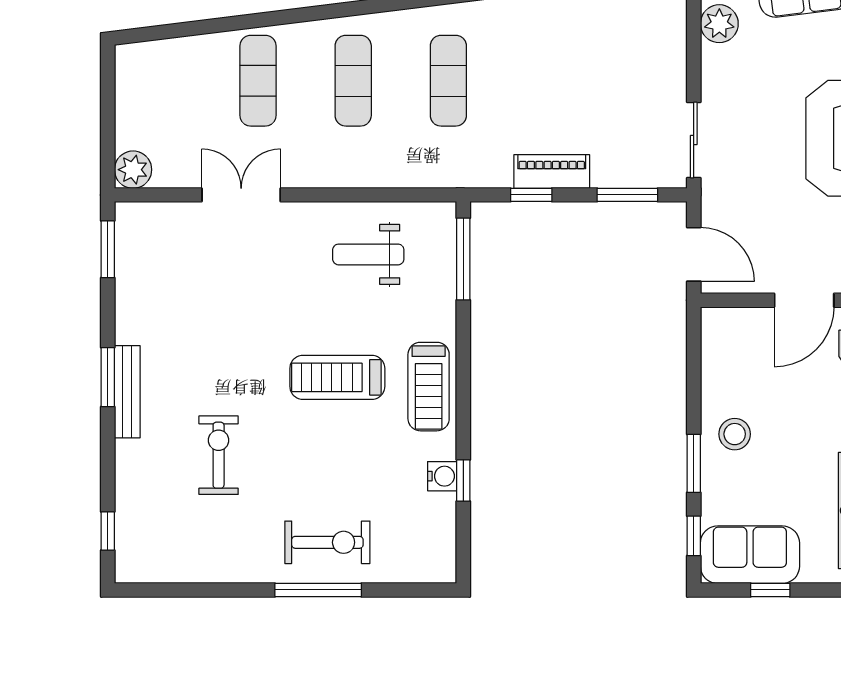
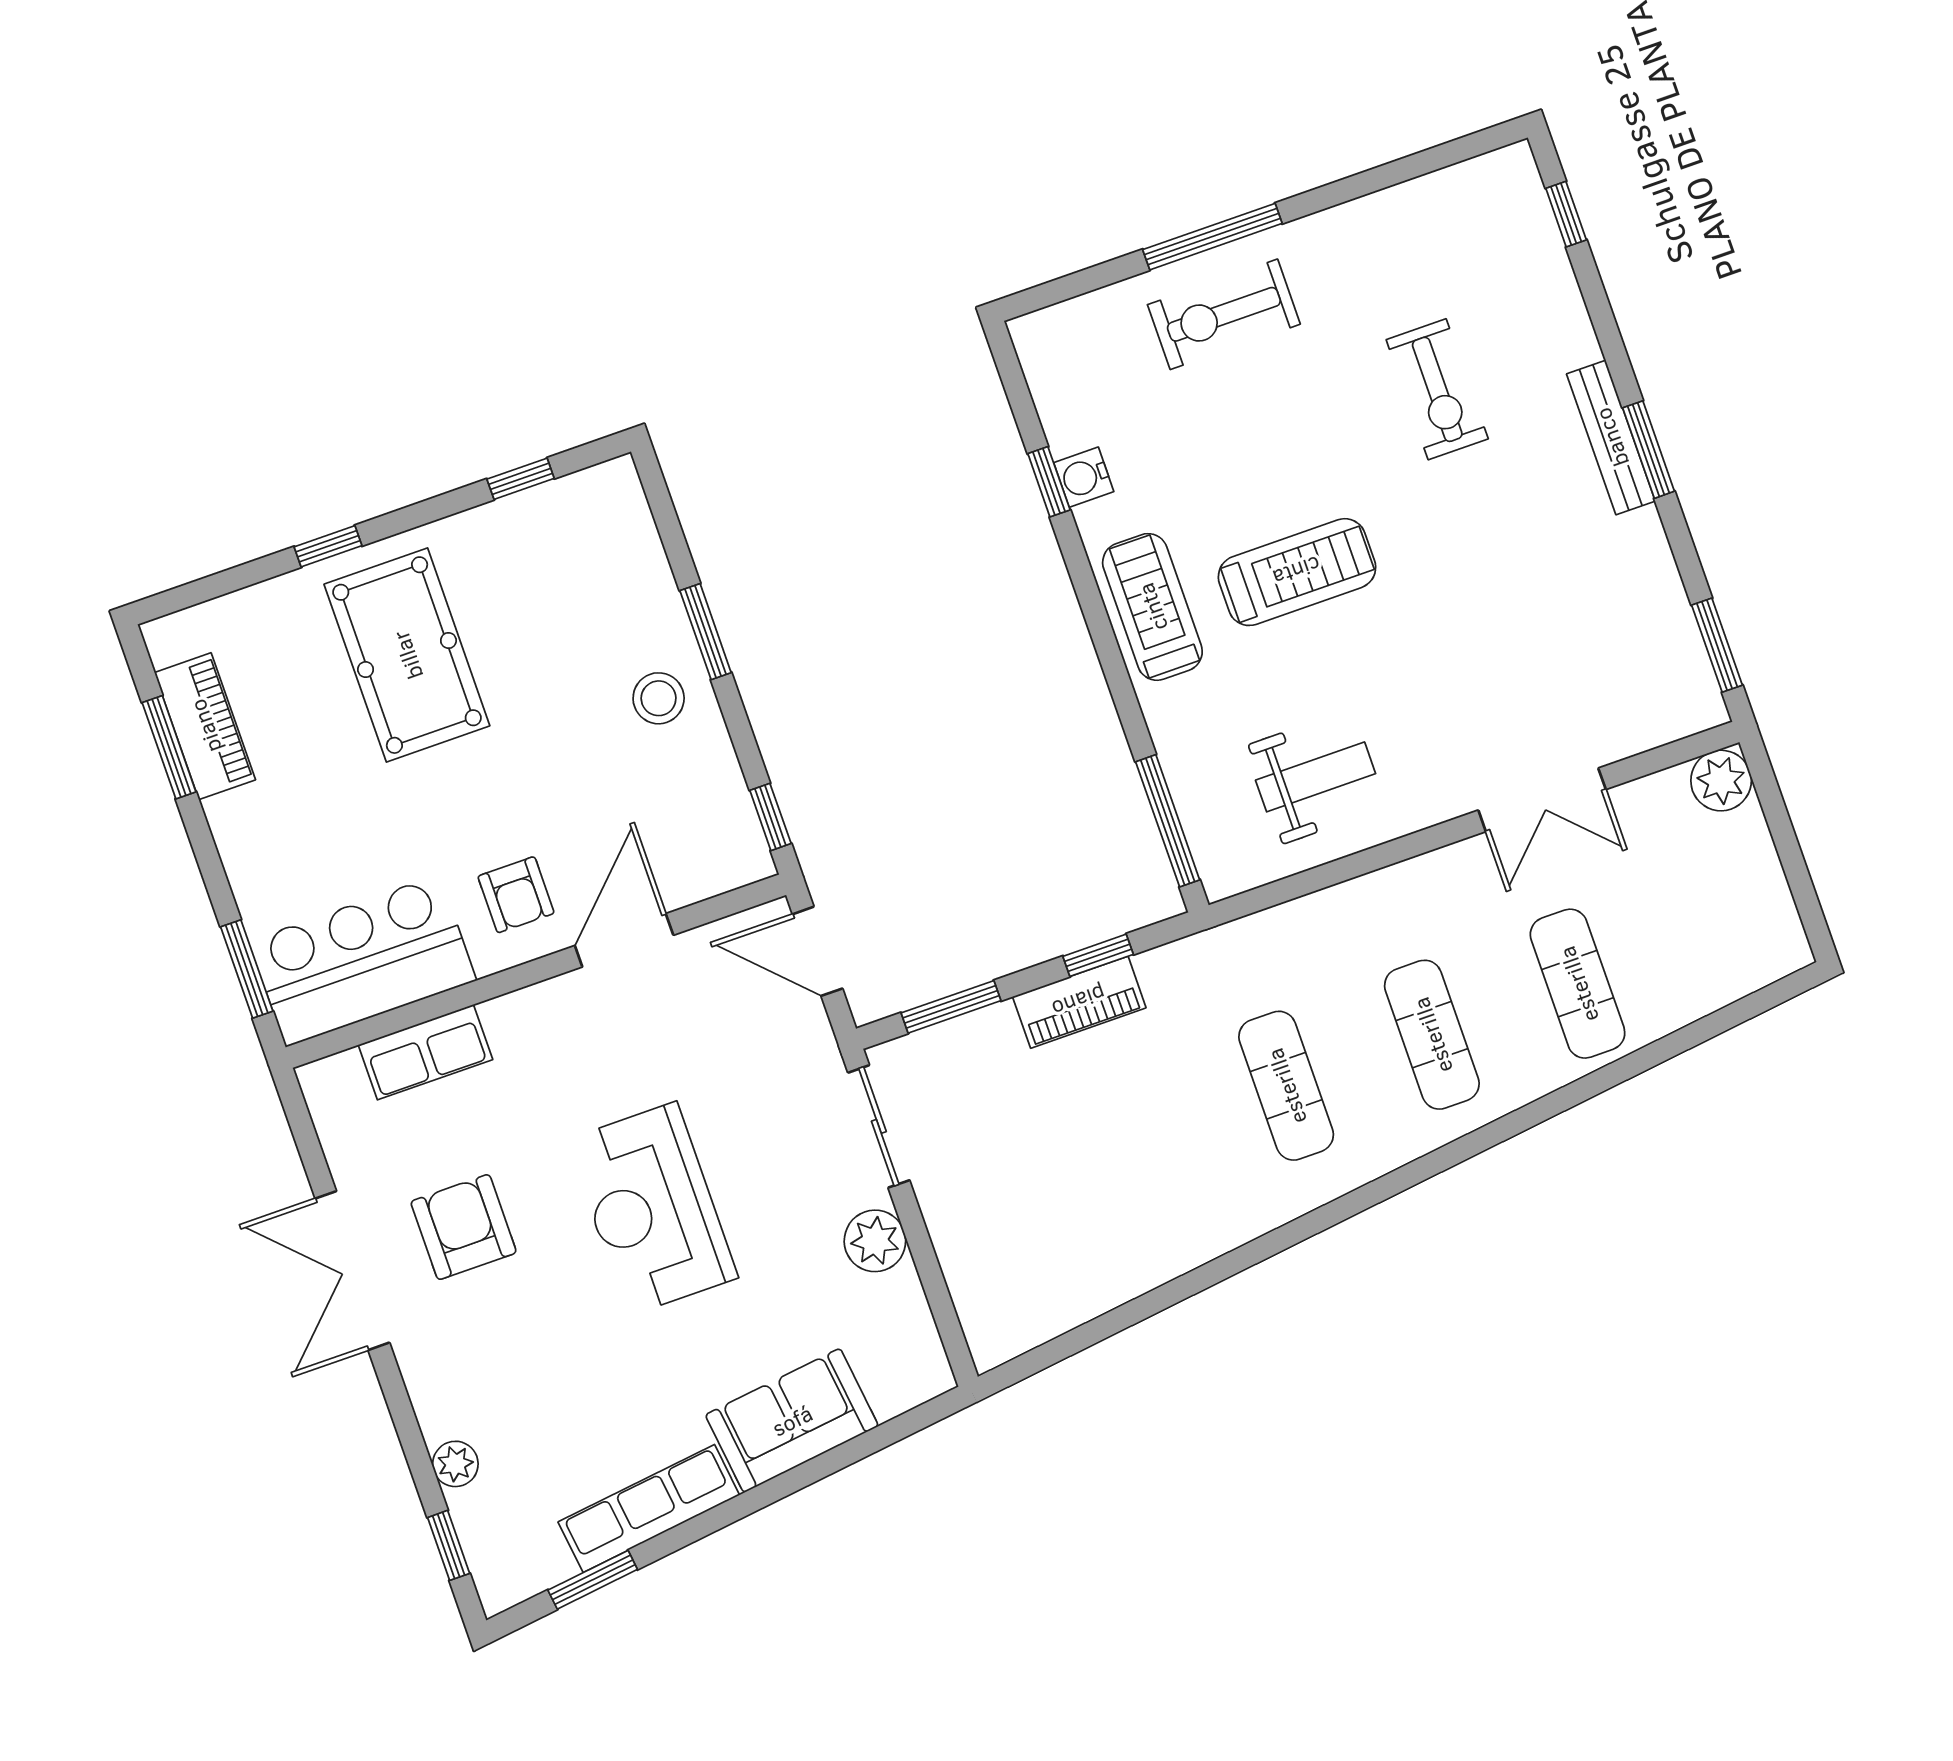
plant: (719, 24) -> (875, 1241), moved
window: (694, 536) -> (770, 817), moved
sofa: (750, 555) -> (571, 522), removed

